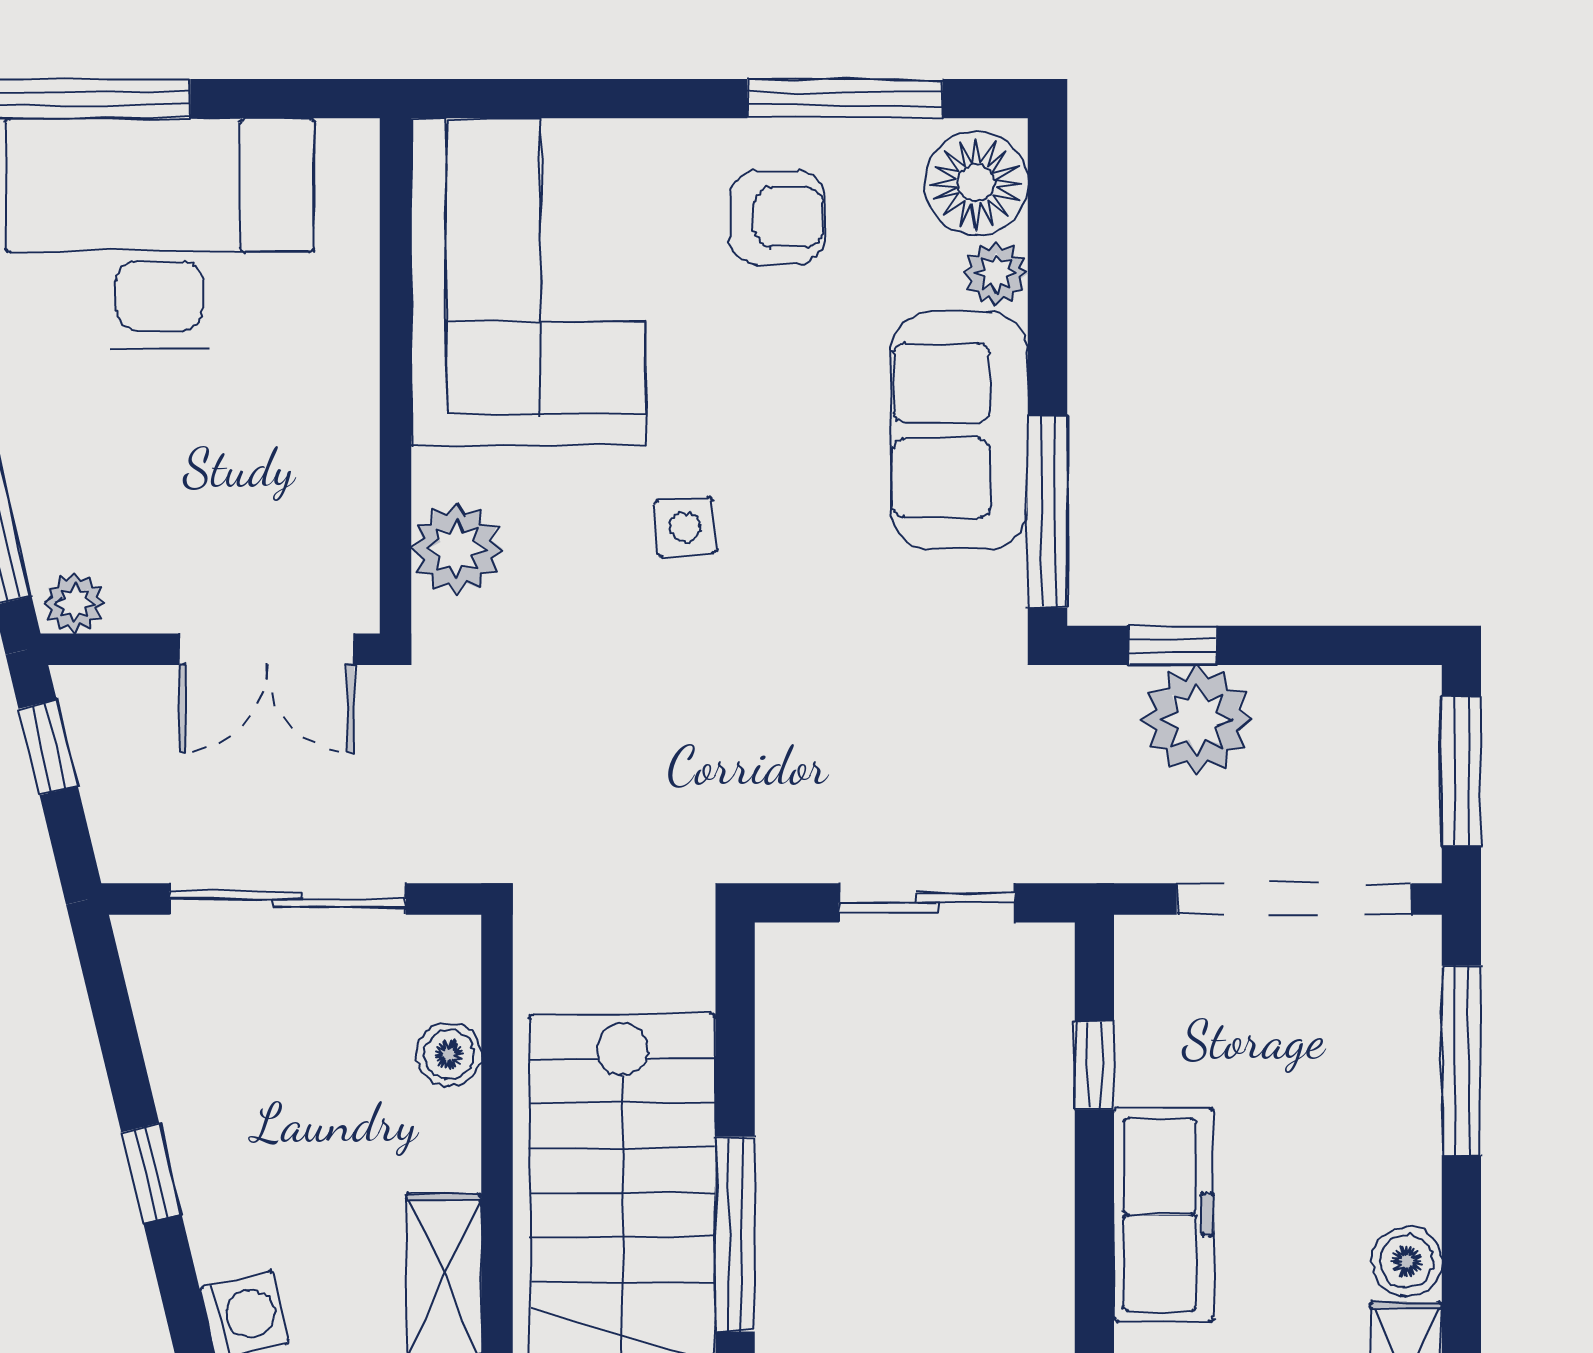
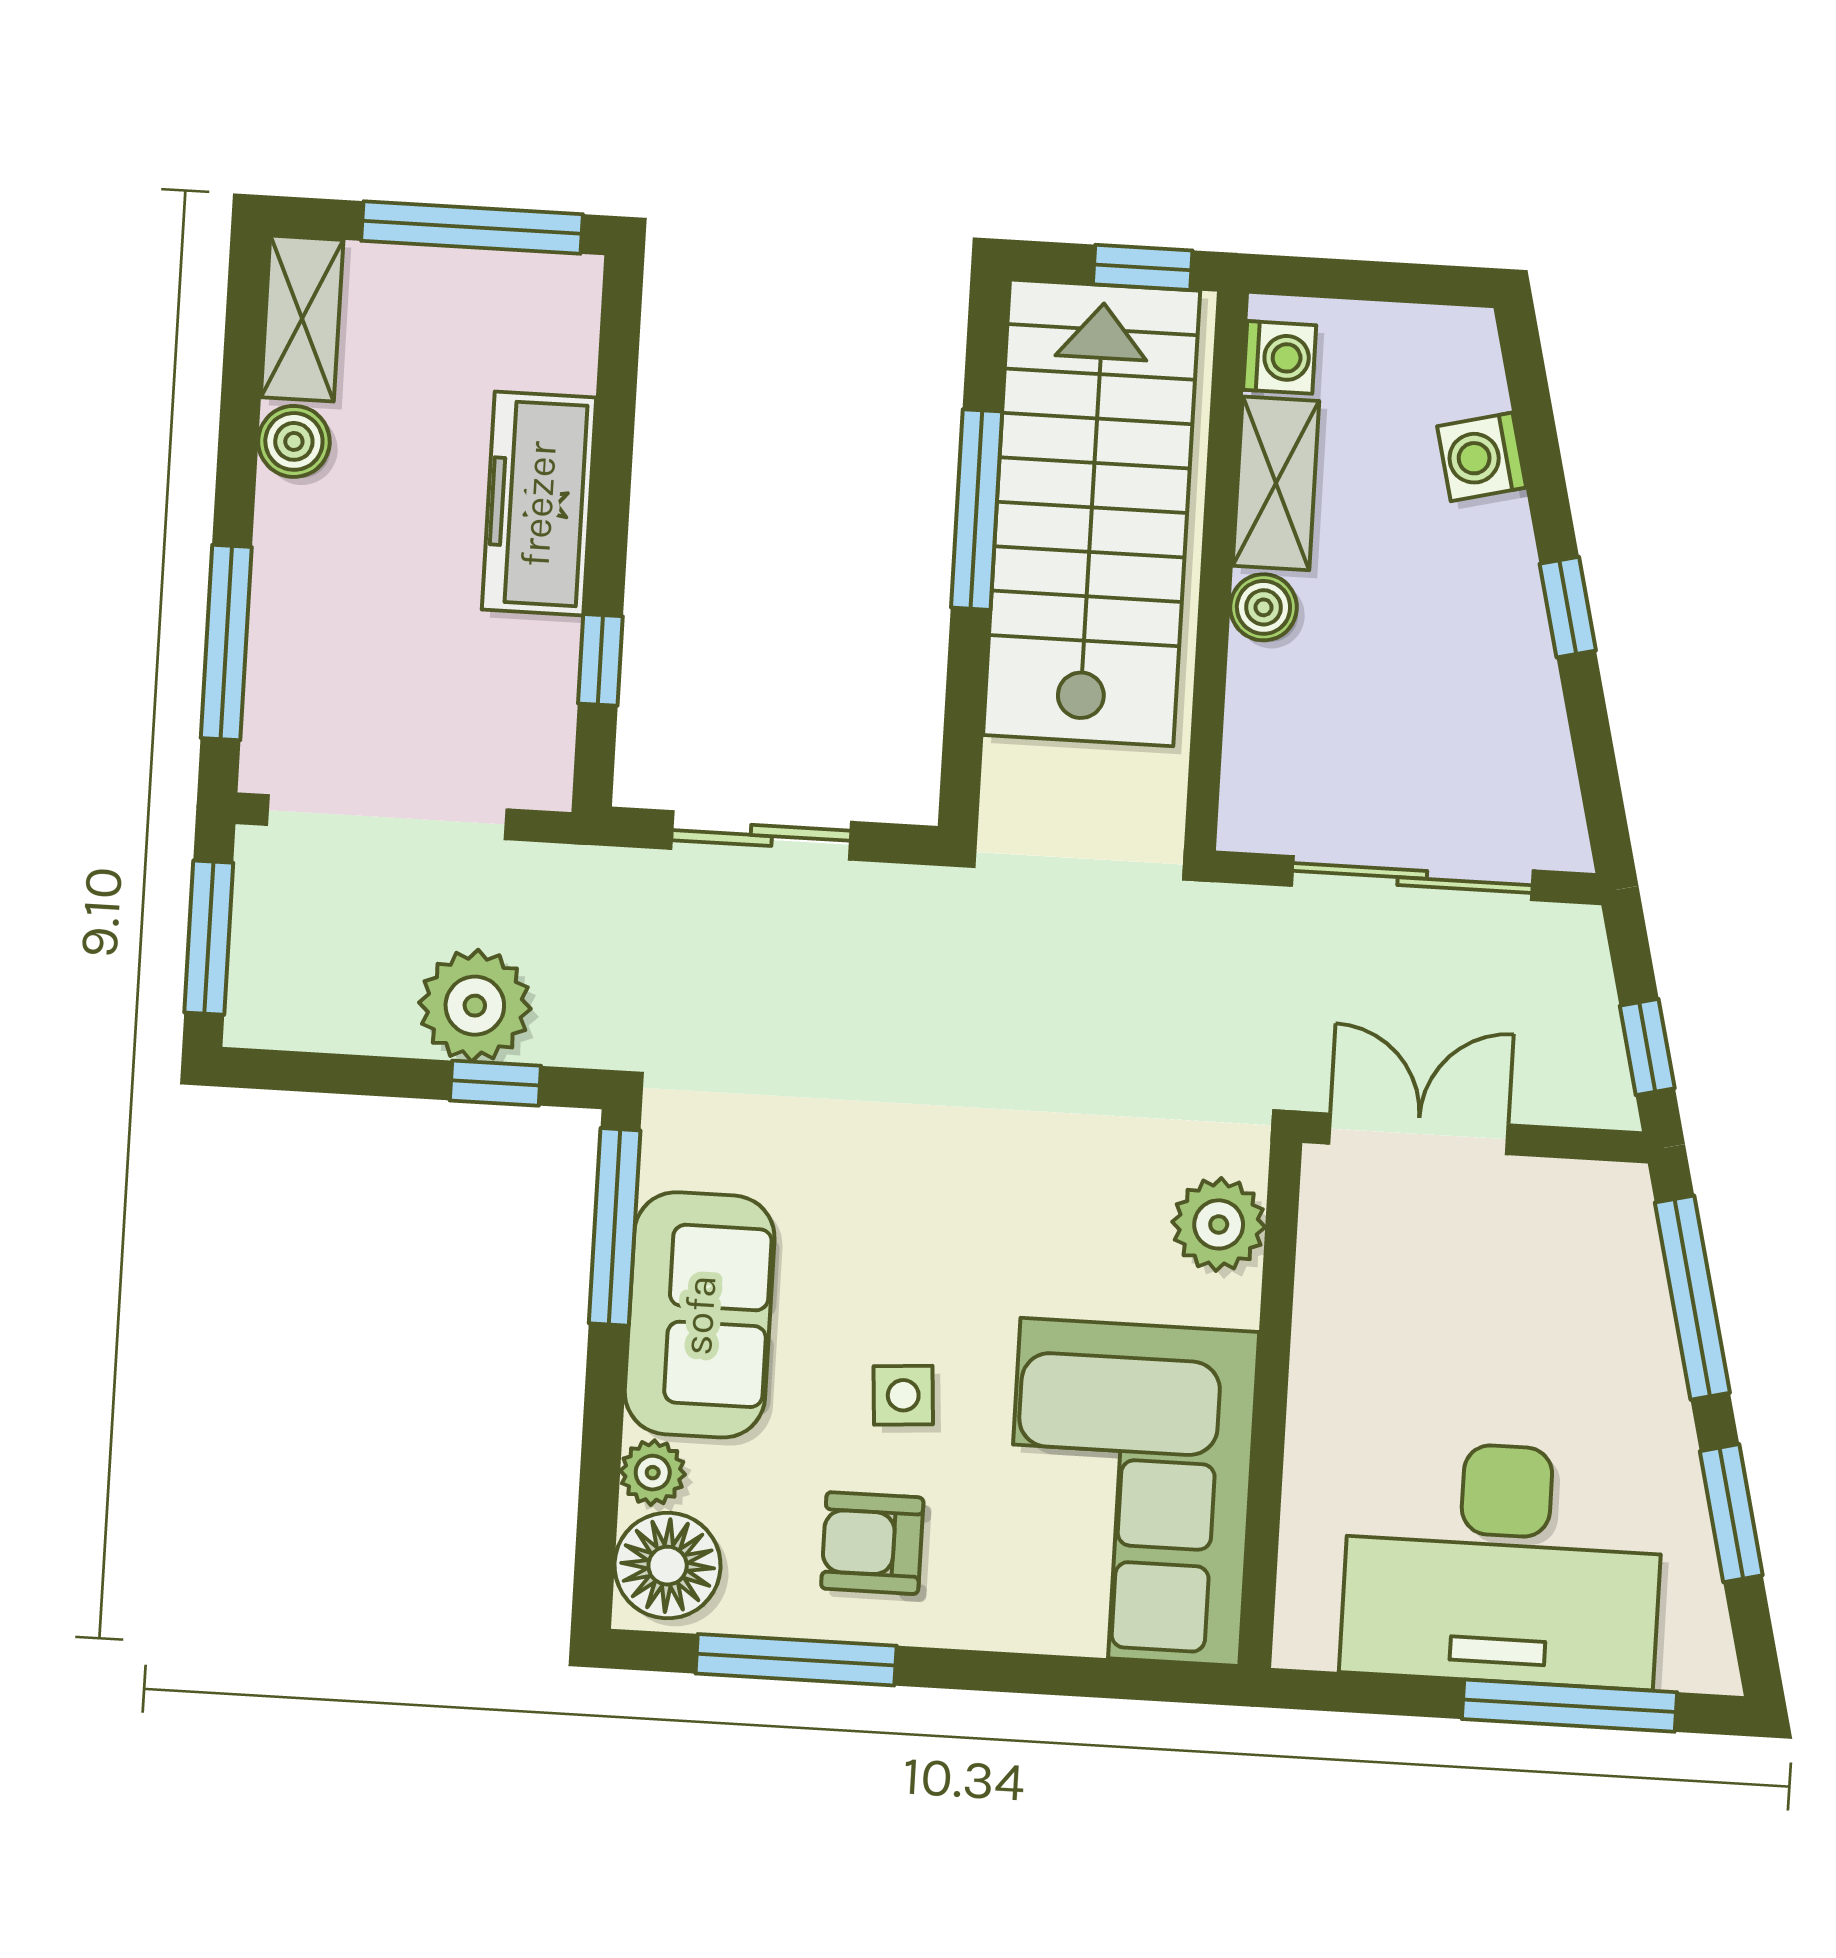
side table: (685, 527) -> (903, 1395), moved
plant: (74, 603) -> (1612, 1192), removed
boiler: (449, 1055) -> (1263, 607), moved

